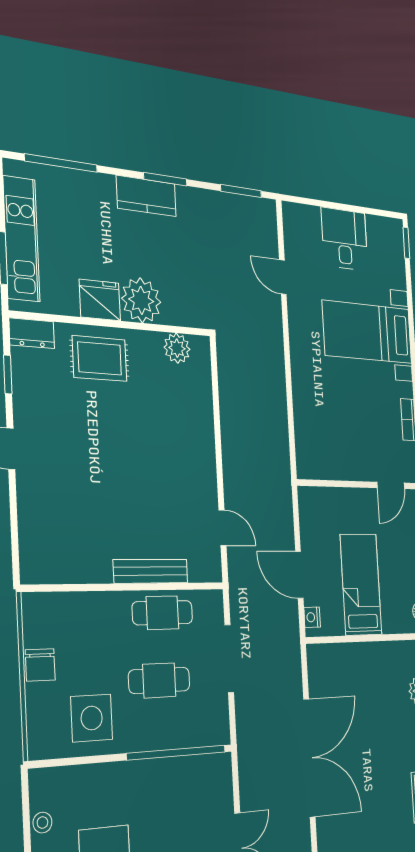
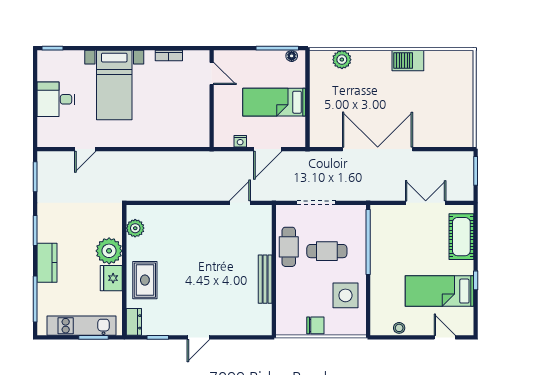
kitchen counter: (146, 196) -> (47, 263), moved
bench: (151, 571) -> (265, 279), moved
nightstand: (312, 617) -> (240, 141), moved
cafe table: (159, 680) -> (327, 251), turned 90

